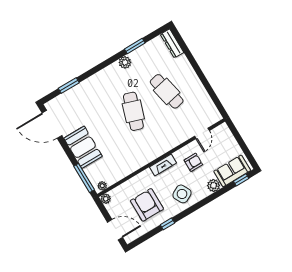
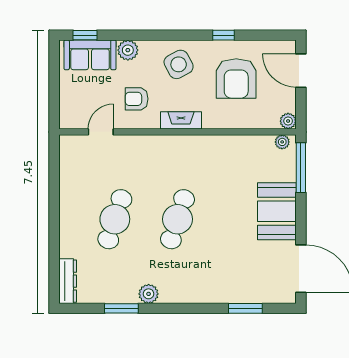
cafe table: (167, 91) -> (115, 219), turned 30

